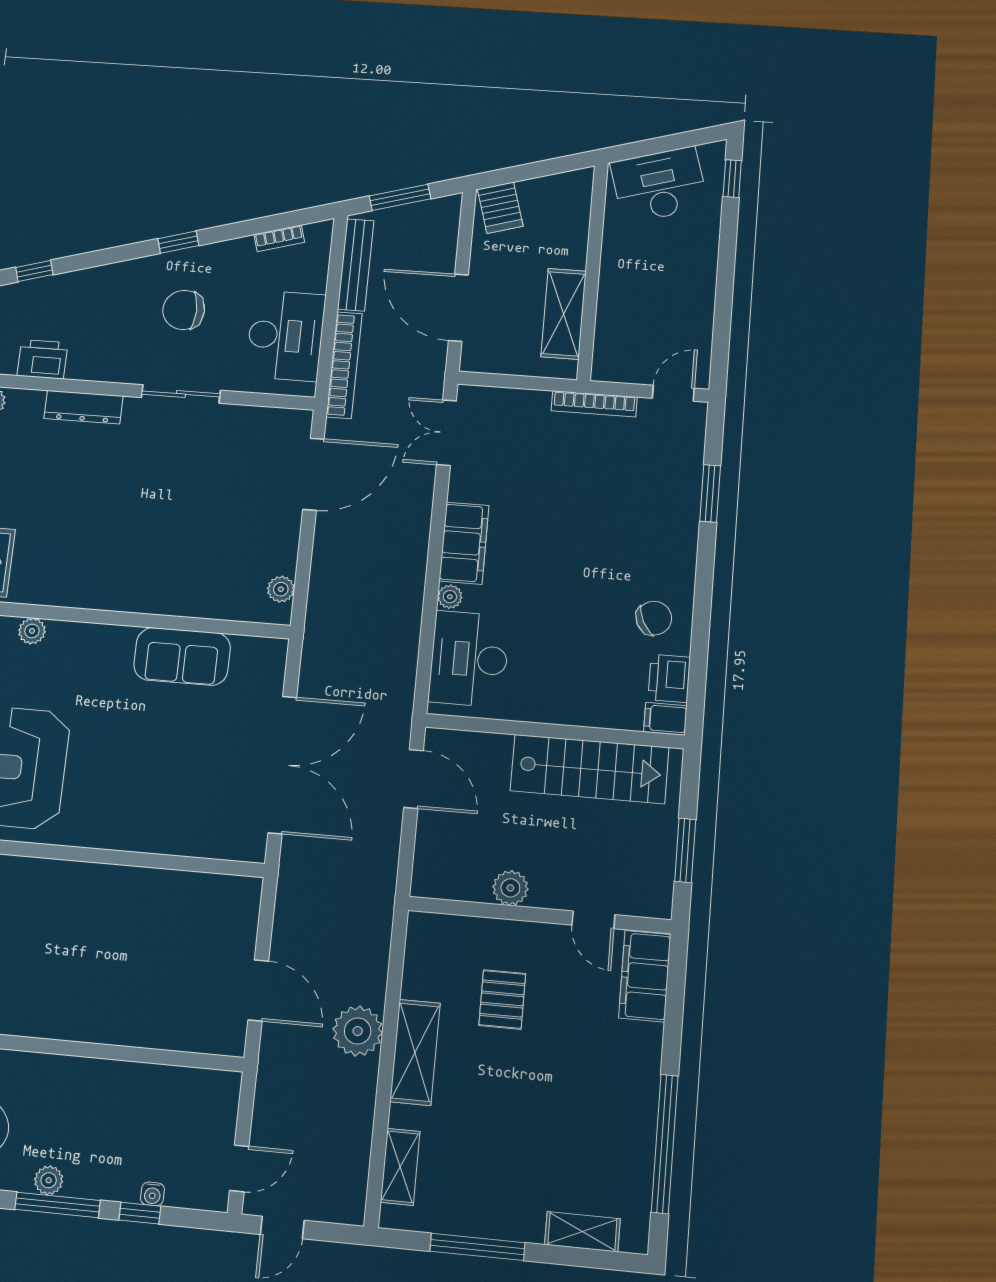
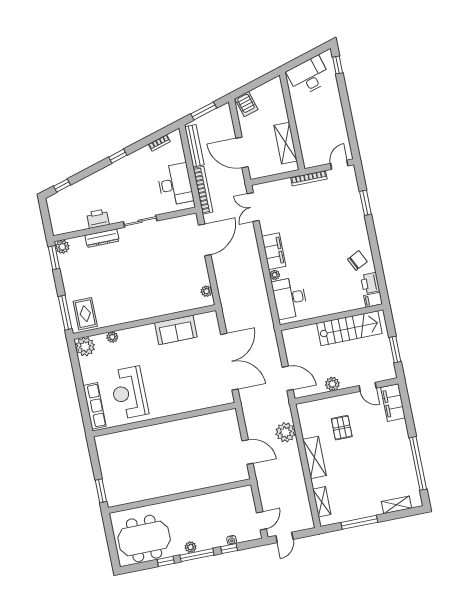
chair: (184, 310) -> (130, 185), removed
printer: (43, 359) -> (98, 219), moved
door: (414, 779) -> (288, 378), moved
plant: (358, 1031) -> (286, 432), moved

